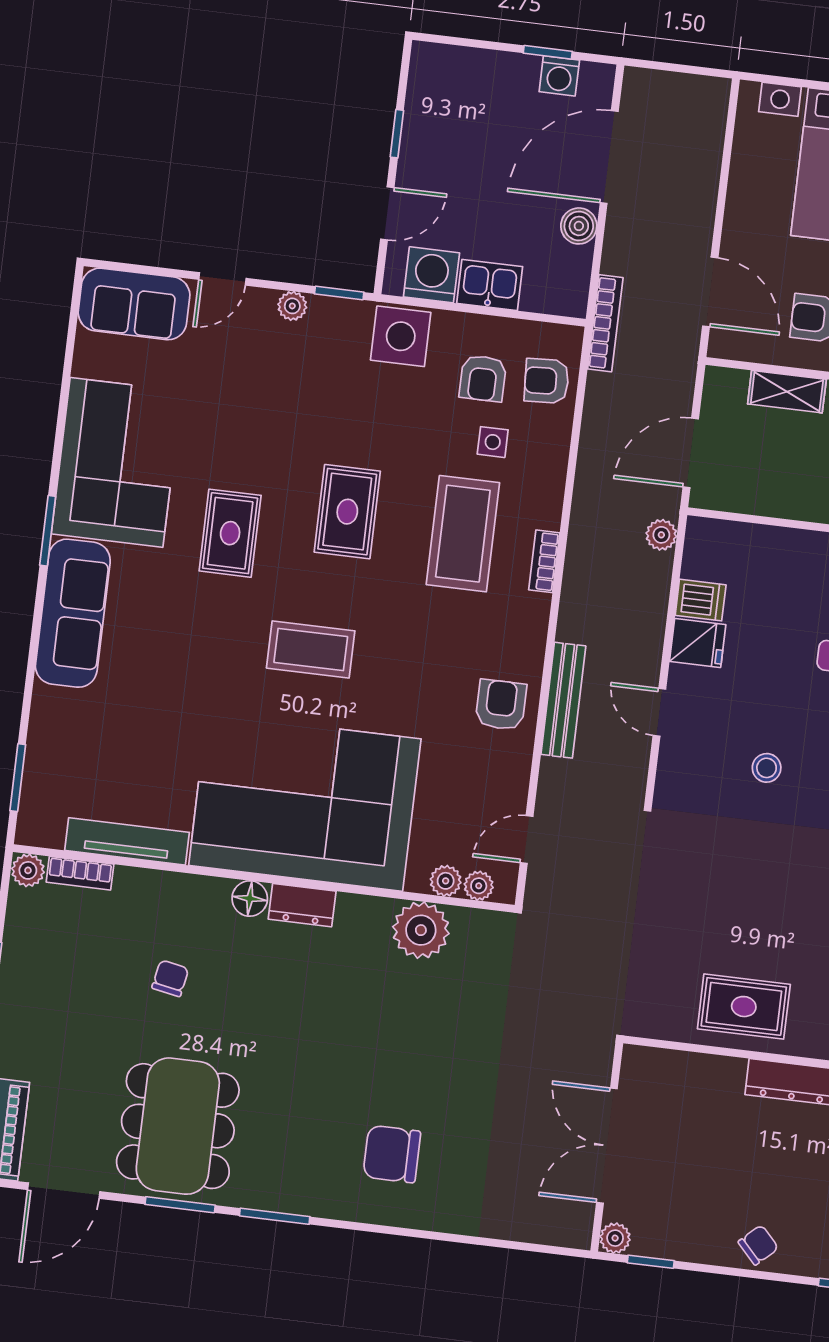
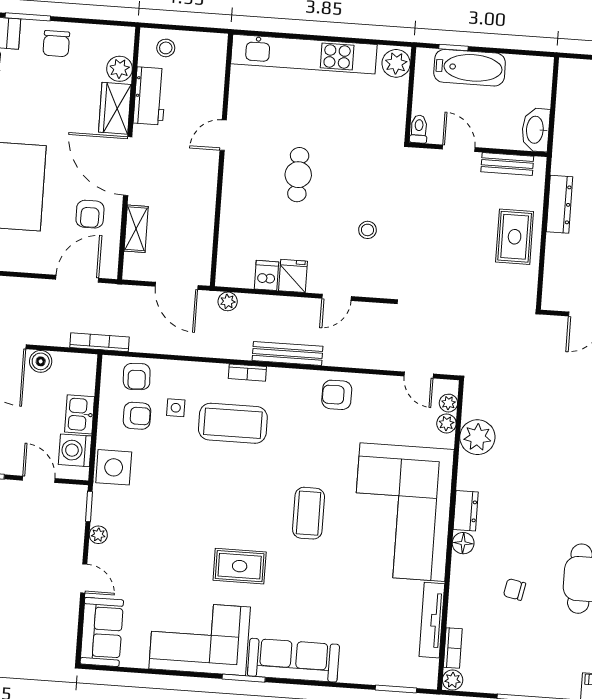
rug: (347, 512) -> (223, 495), removed
bench: (563, 700) -> (287, 353), moved

